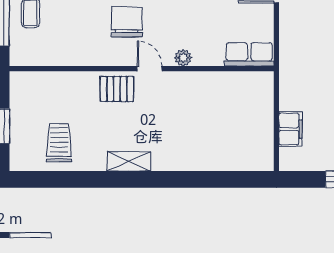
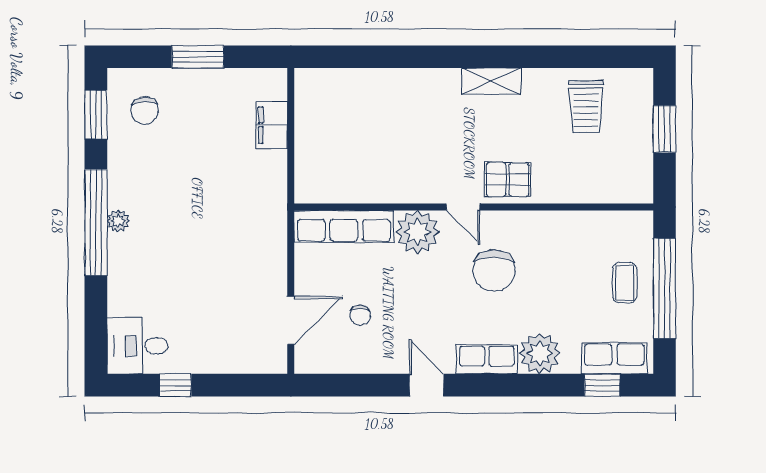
row of seats: (249, 54) -> (344, 226), width x1.48
plant: (183, 58) -> (418, 232), width x1.87, depth x1.87

